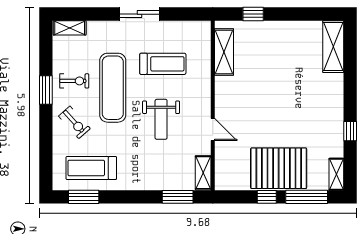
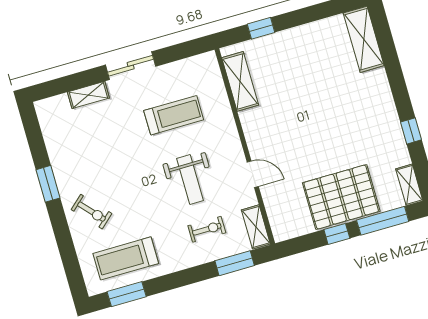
shelving: (70, 28) -> (88, 95), moved
exercise bike: (74, 81) -> (207, 229), moved
exercise mat: (113, 88) -> (124, 159), removed

